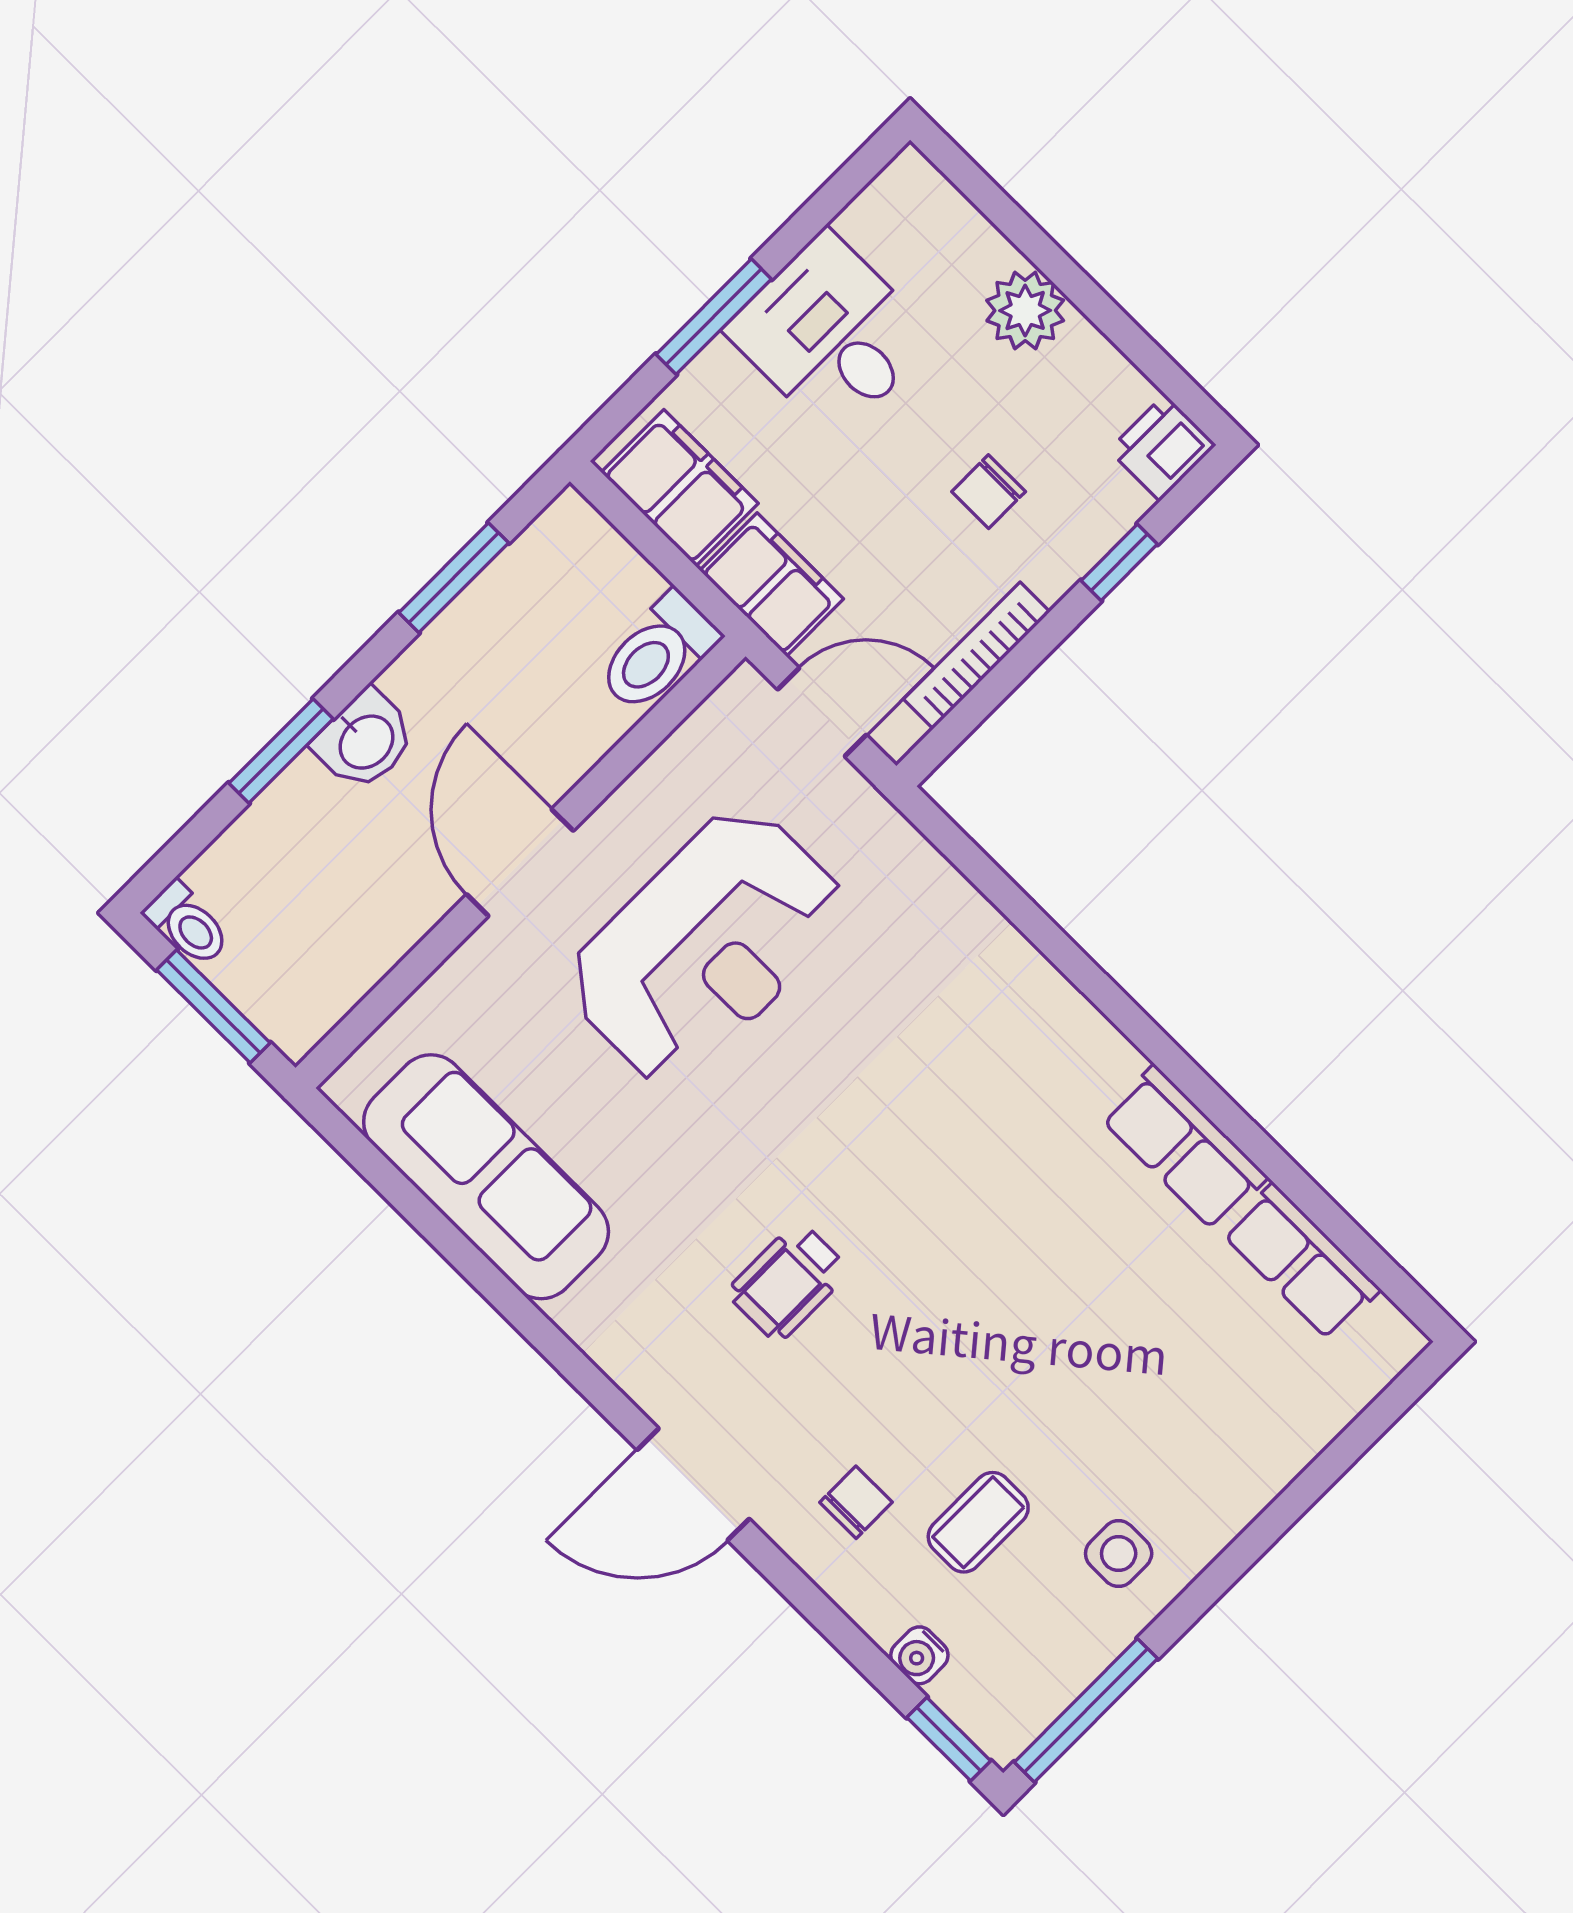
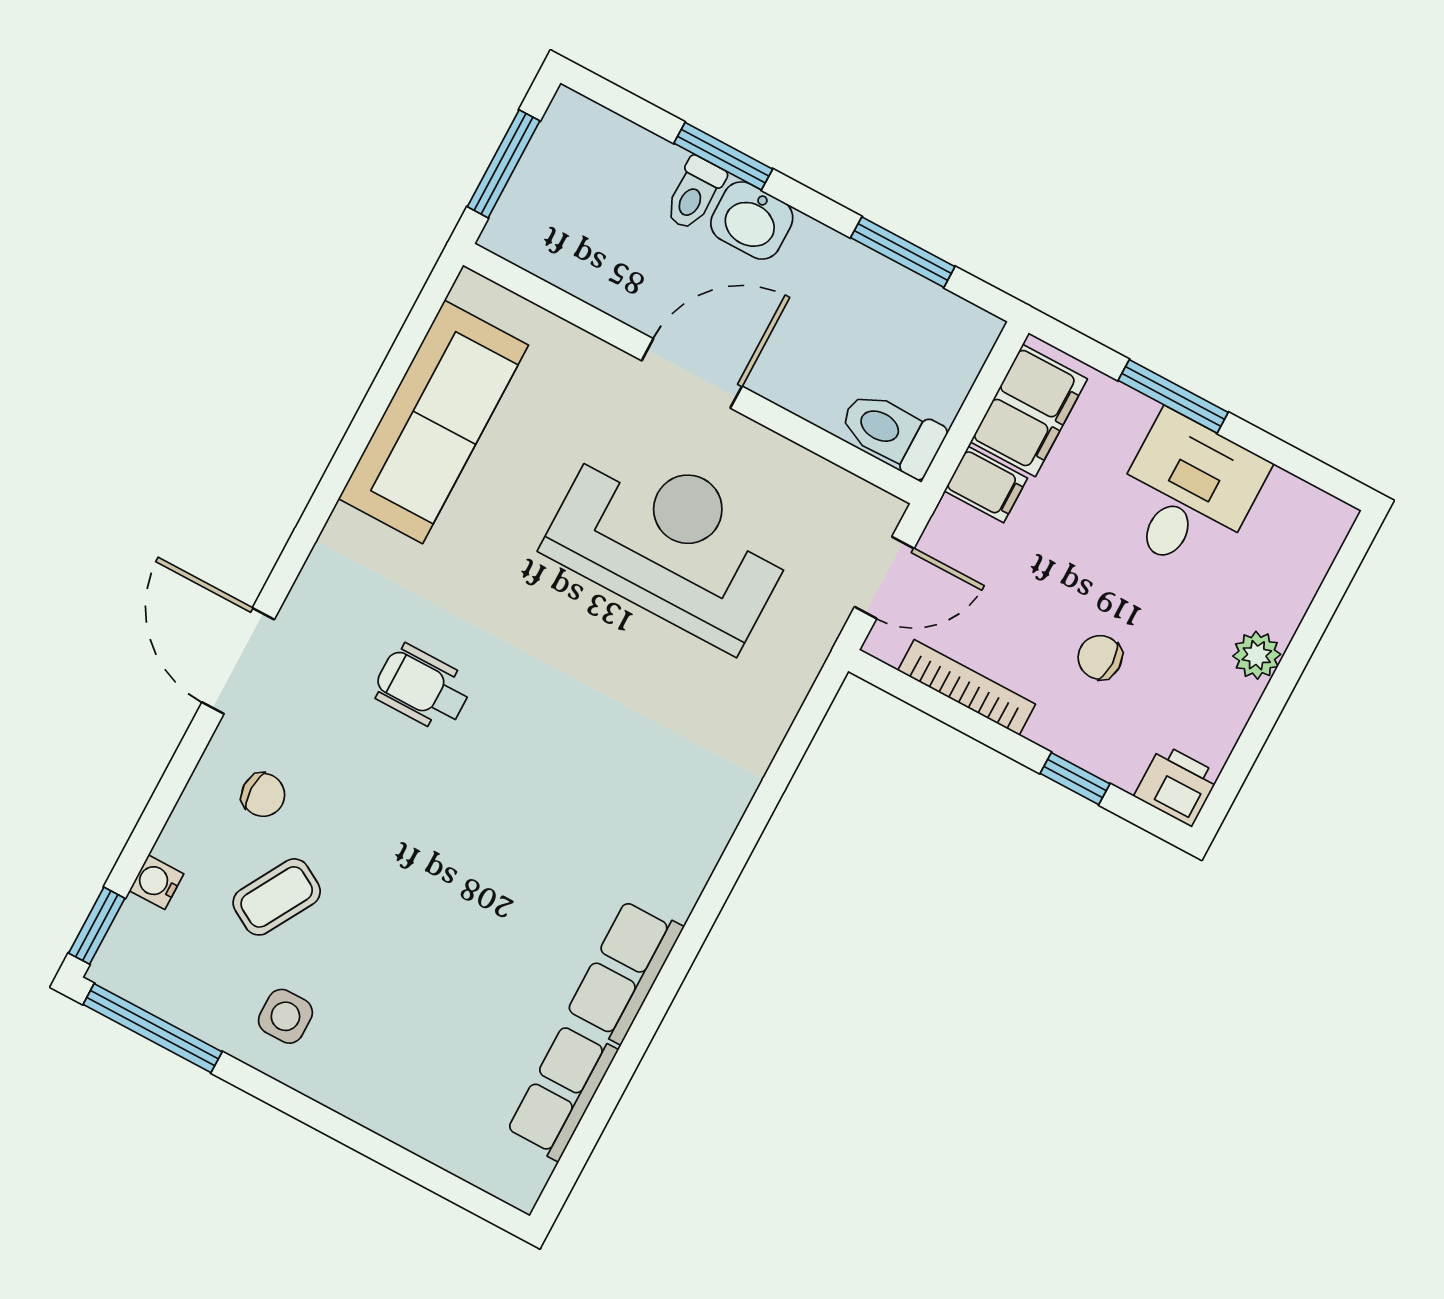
plant: (1025, 310) -> (1257, 655), width x0.73, depth x0.73
filing cabinet: (772, 585) -> (986, 485), width x0.50
door: (822, 712) -> (884, 578), hinge flipped
toilet: (187, 924) -> (694, 194), moved
reception desk: (706, 946) -> (670, 542), turned 180
coffee table: (978, 1522) -> (277, 897), turned -60

